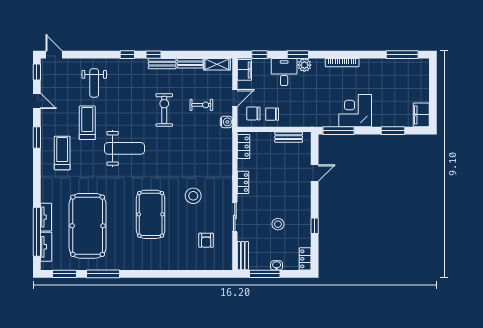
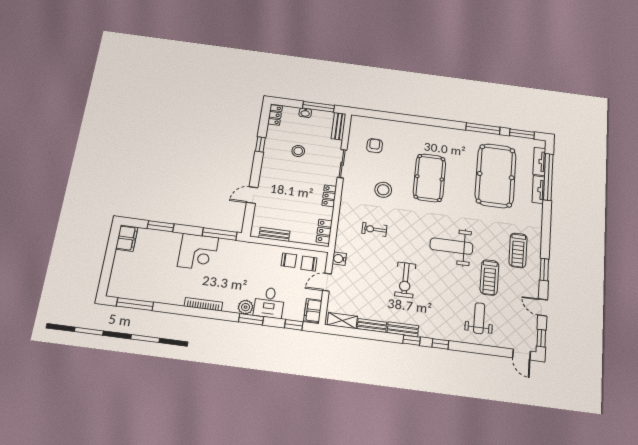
exercise bike: (201, 105) -> (374, 229), moved
chair: (253, 113) -> (309, 264), turned 180

